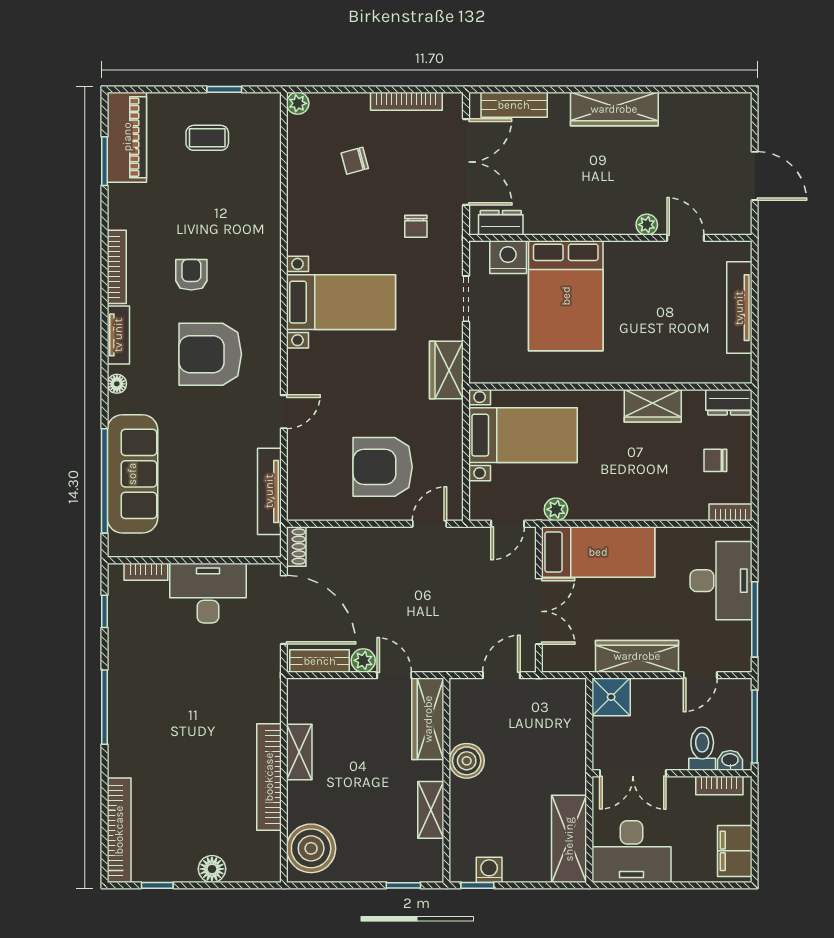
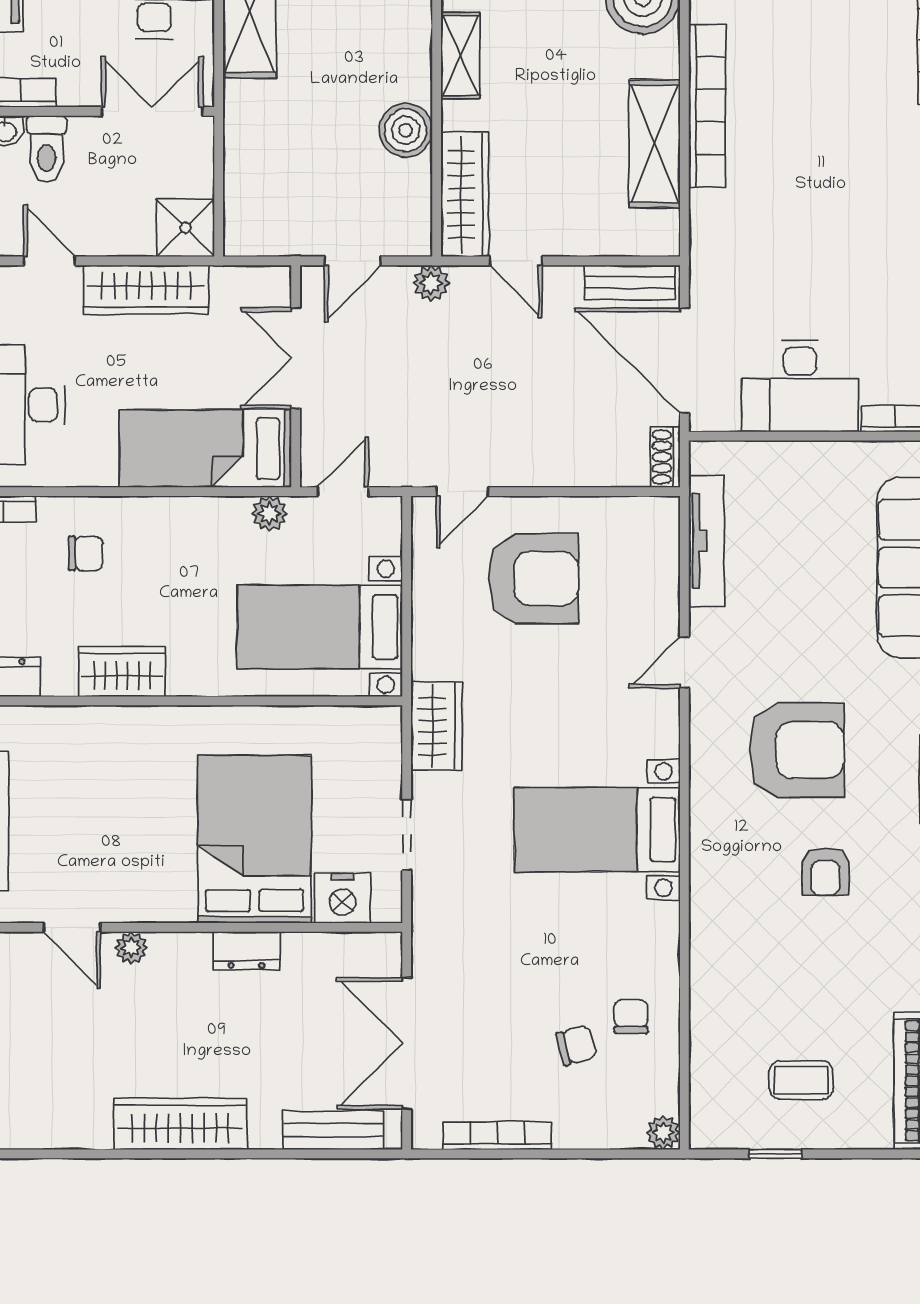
dresser: (501, 223) -> (246, 951), moved
chair: (416, 226) -> (631, 1016), moved
chair: (715, 460) -> (86, 553), moved
plant: (363, 660) -> (431, 283), moved
door: (700, 675) -> (50, 261), hinge flipped
shelving: (299, 752) -> (655, 144), width x1.50, depth x1.33

